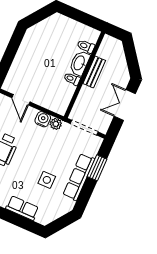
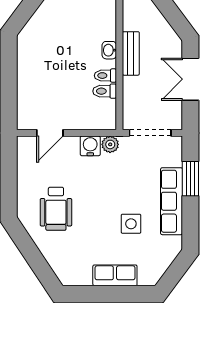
toilet: (86, 46) -> (105, 91), moved
washbasin: (80, 63) -> (109, 50), width x0.52, depth x0.69
door: (21, 100) -> (50, 133), hinge flipped

